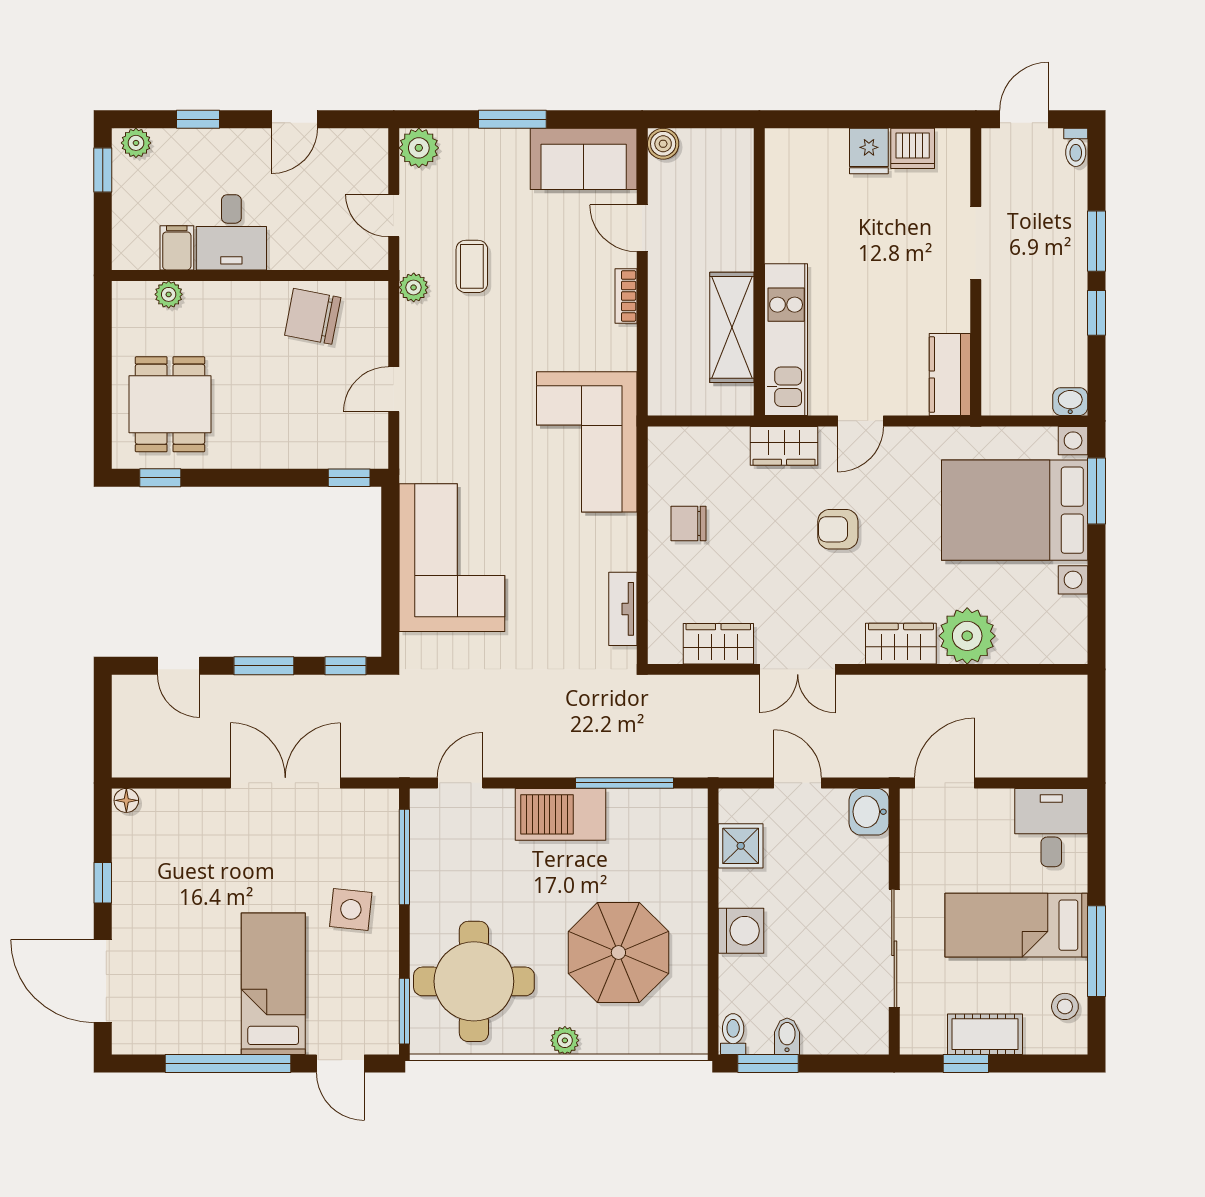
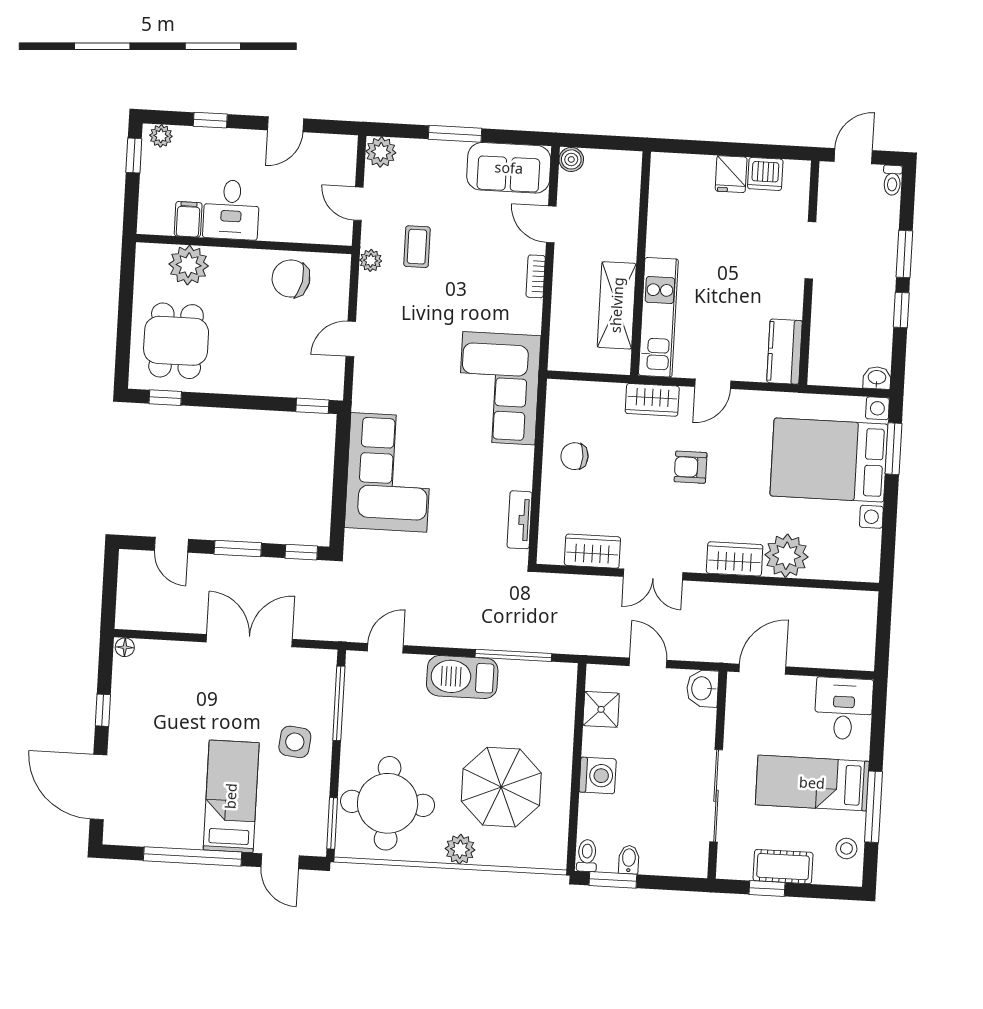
plant: (169, 294) -> (189, 265), width x1.88, depth x1.88
plant: (565, 1040) -> (460, 849), width x1.38, depth x1.38

